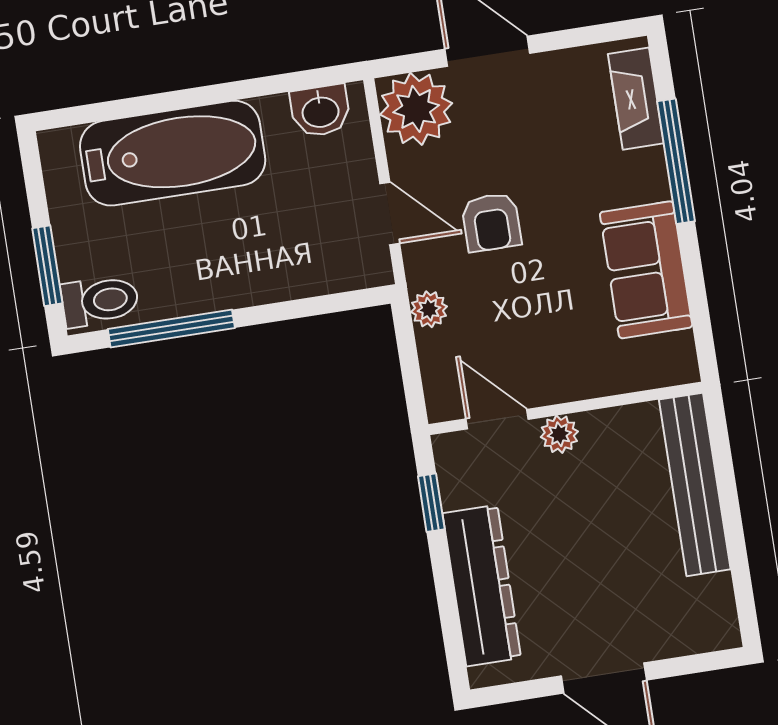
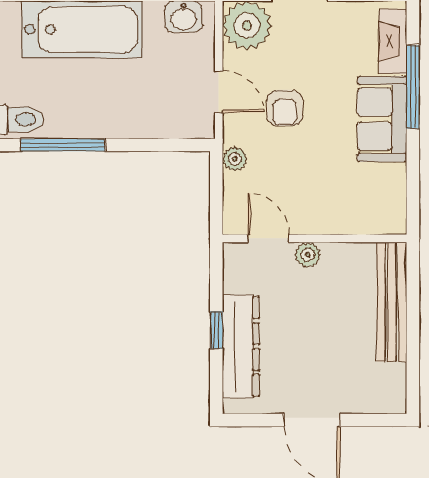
sofa: (646, 270) -> (382, 119), moved
window: (431, 503) -> (216, 330), moved

